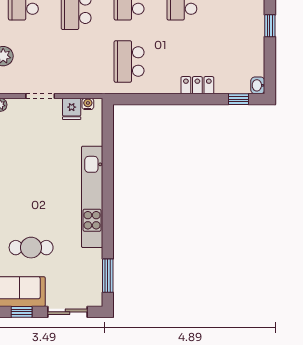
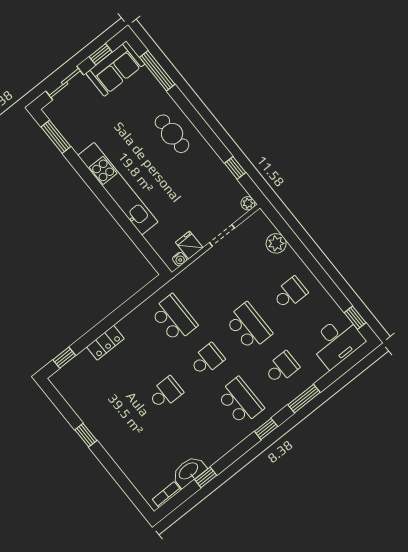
washbasin: (258, 85) -> (58, 381), removed
cafe table: (31, 248) -> (172, 134), moved, turned 90

